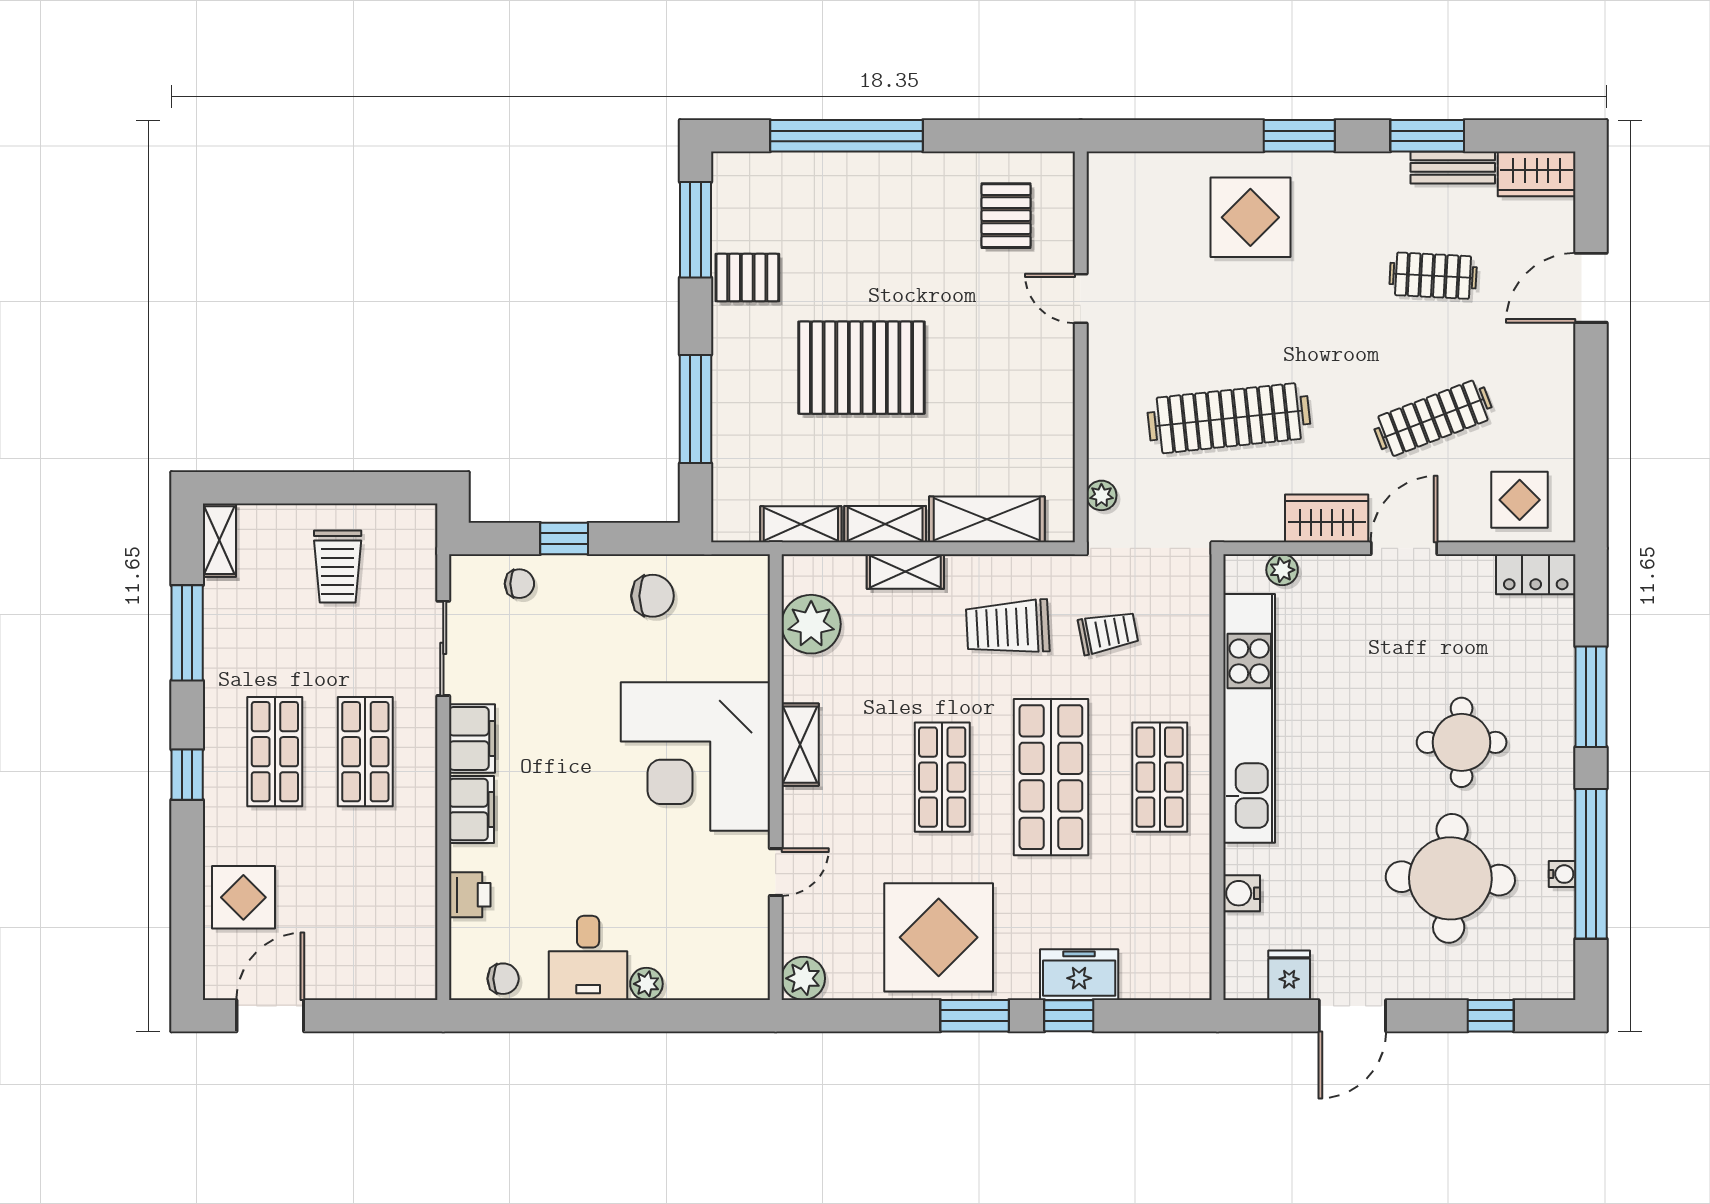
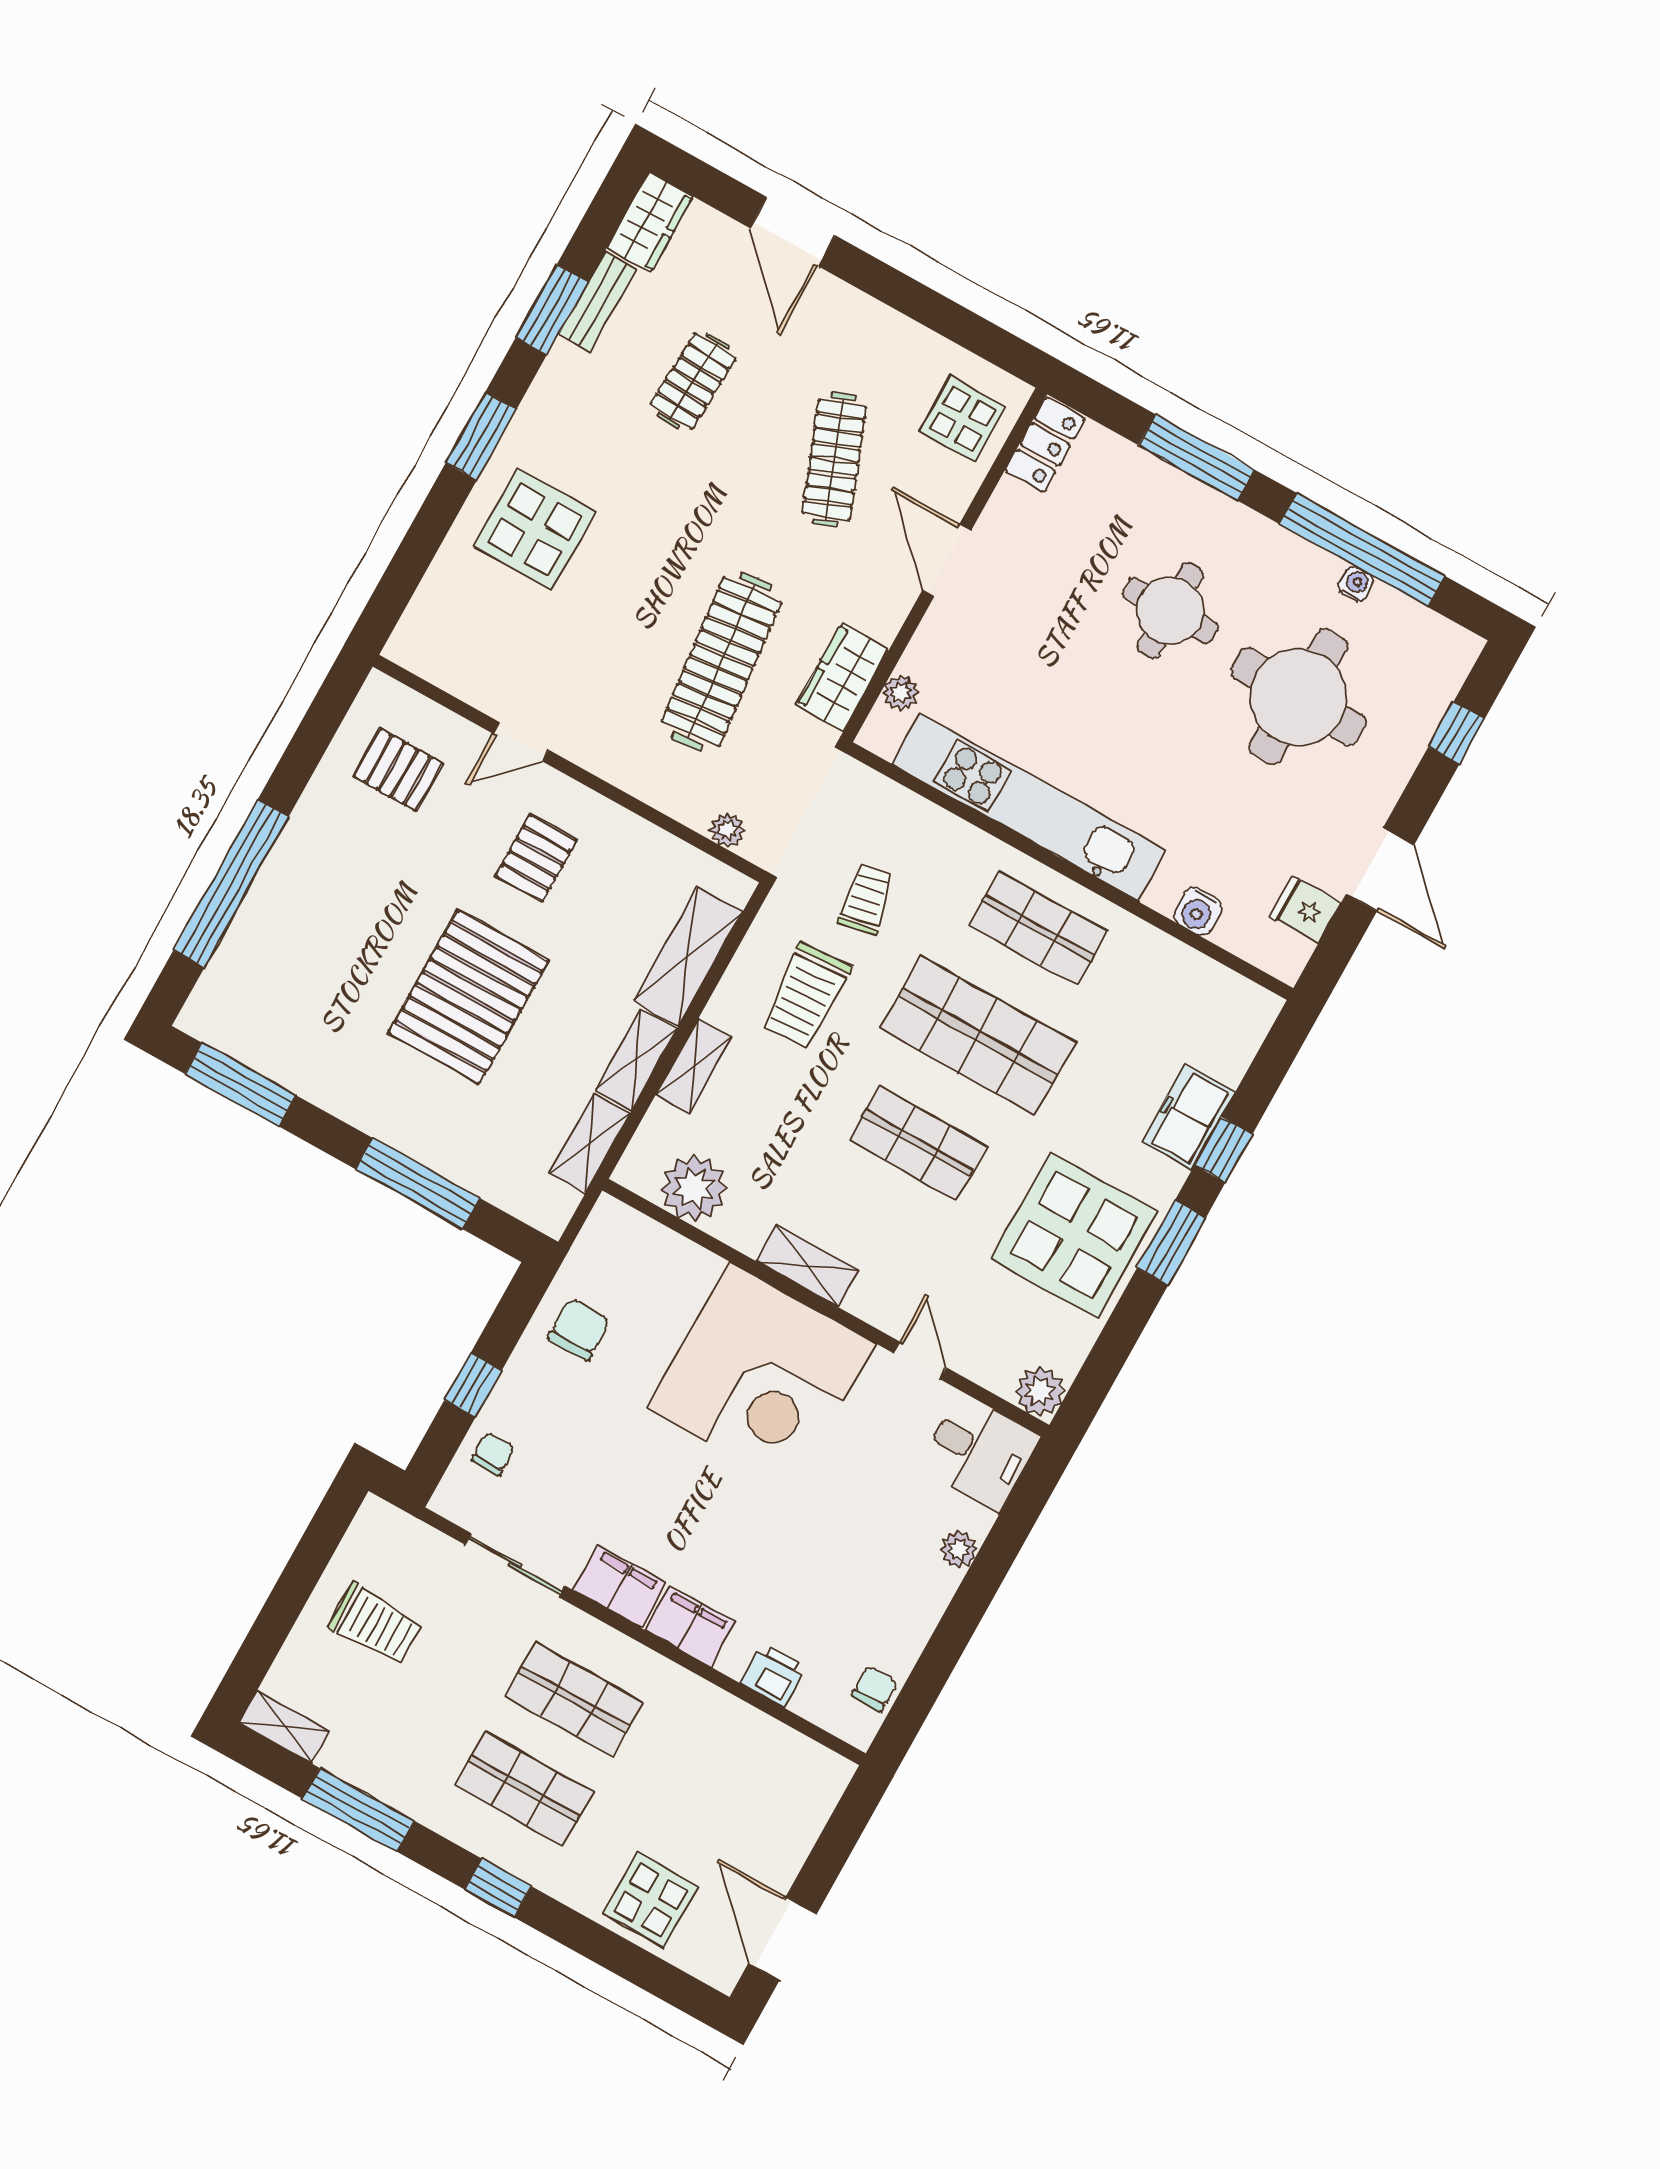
pallet: (747, 278) -> (536, 858), moved
wardrobe: (1327, 518) -> (843, 677), moved
desk: (588, 958) -> (980, 1452), moved

